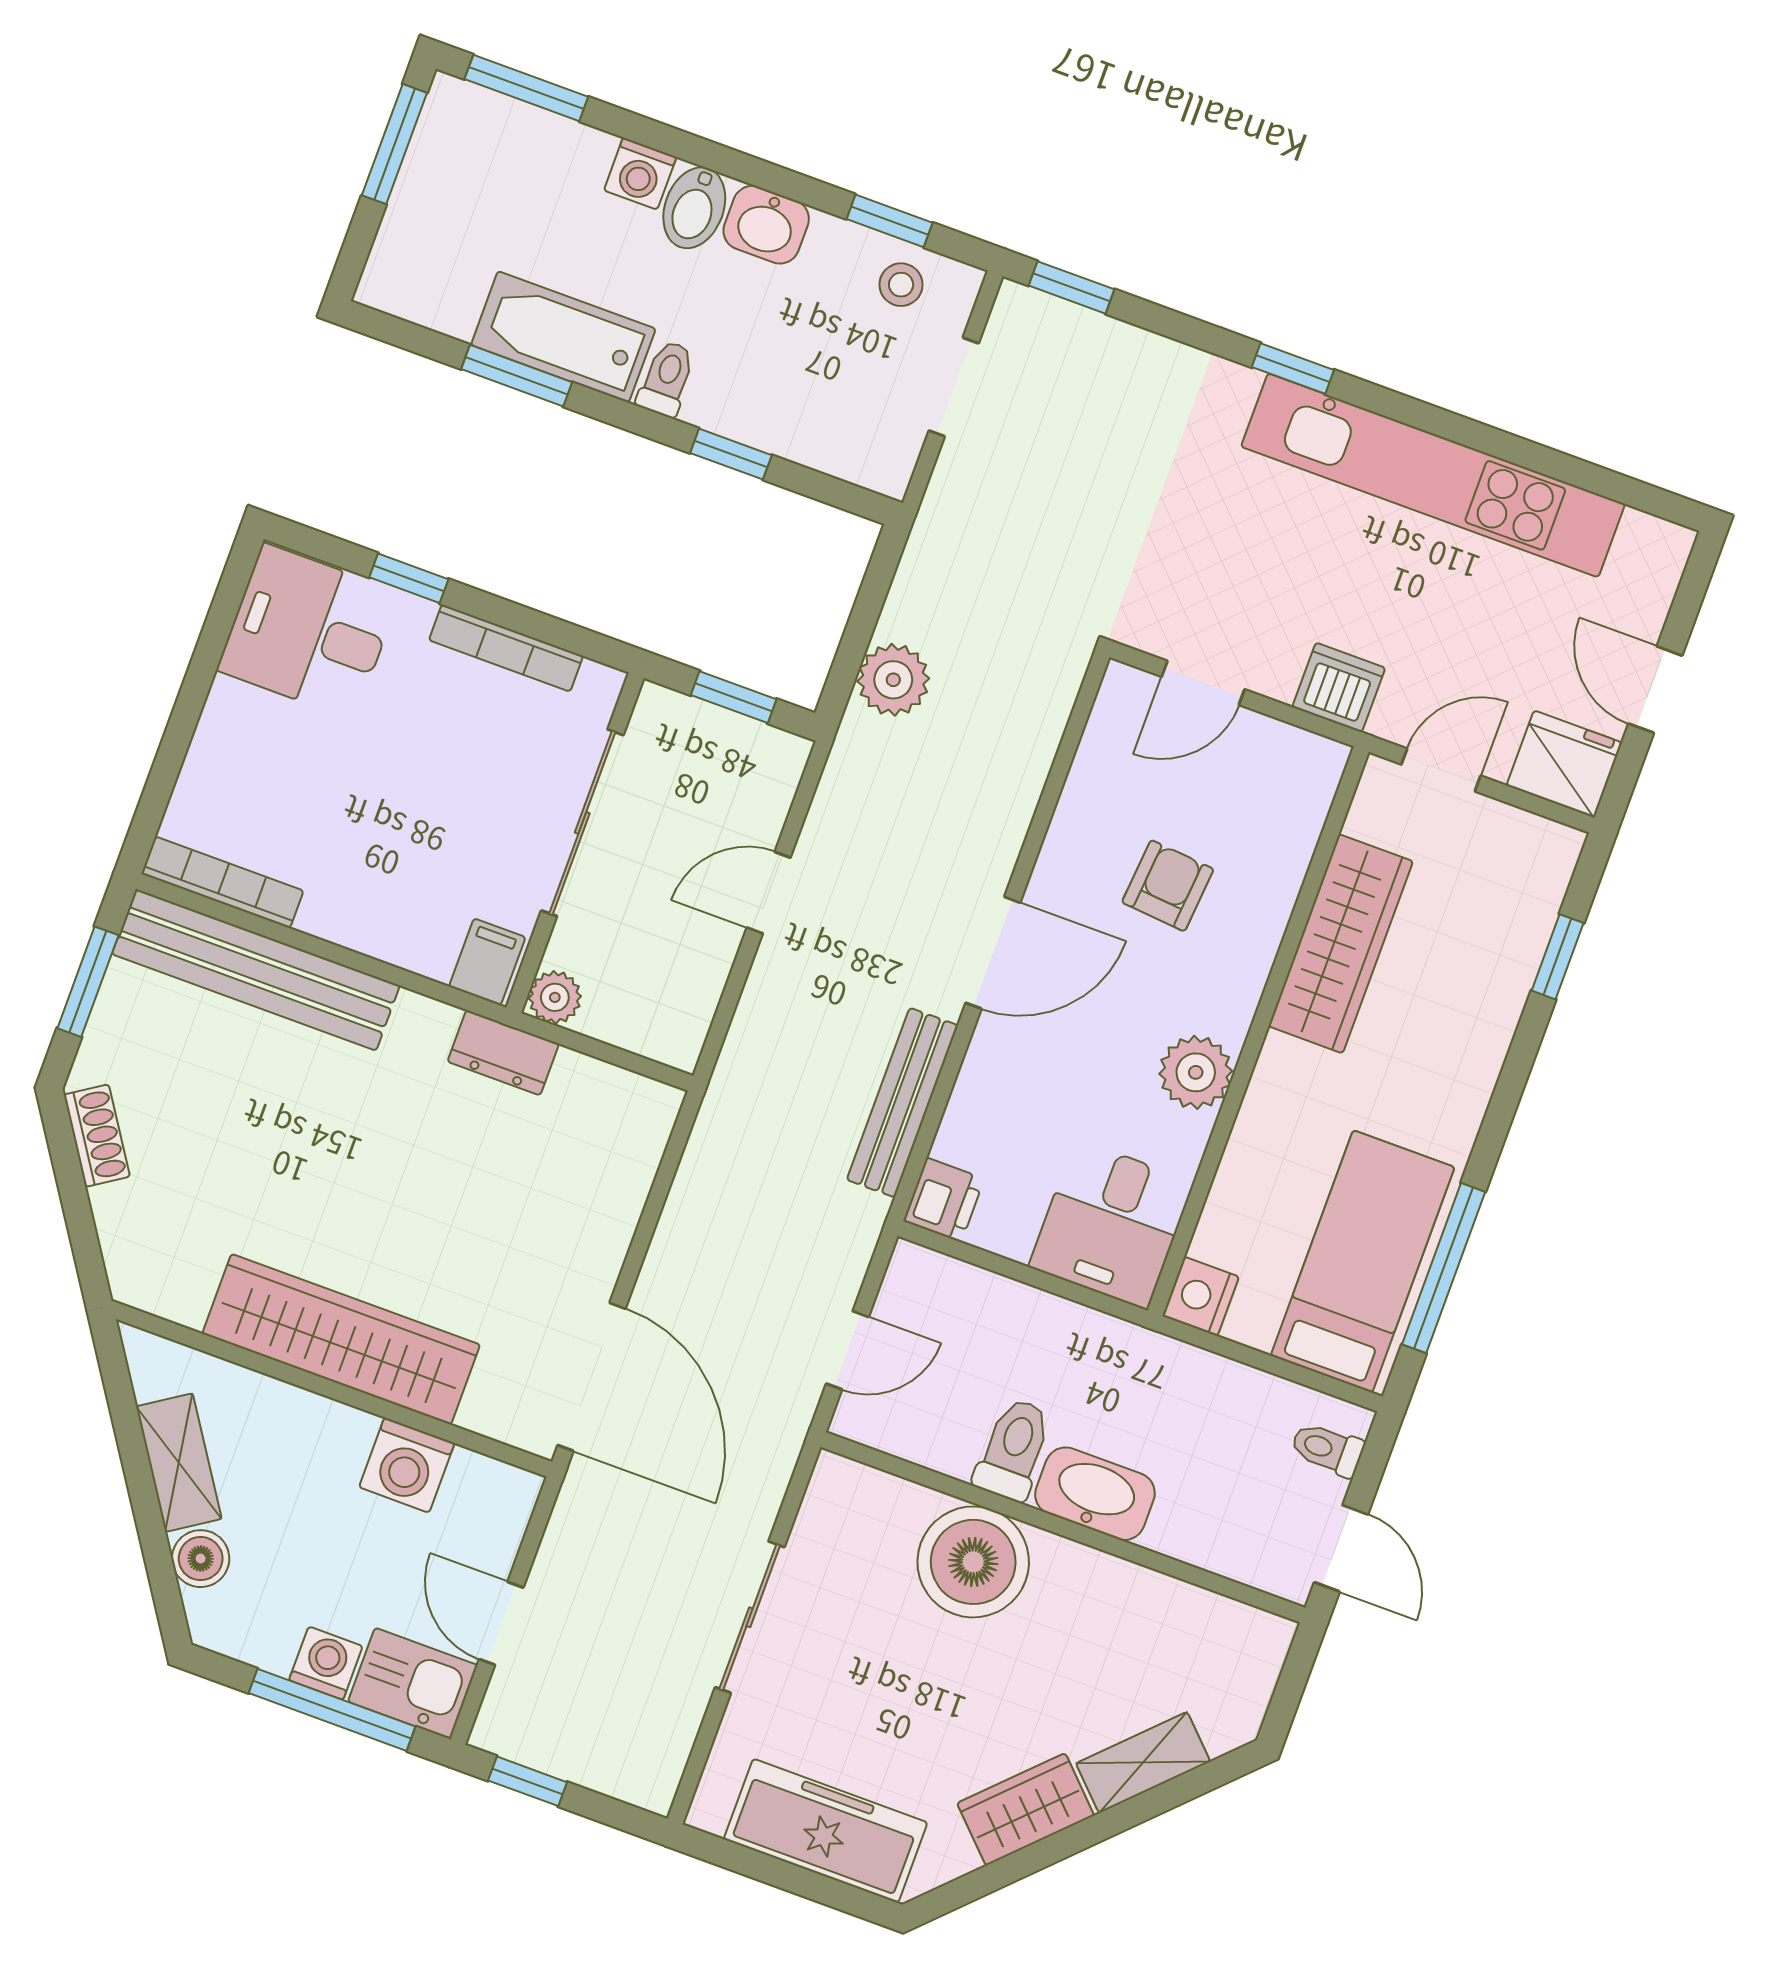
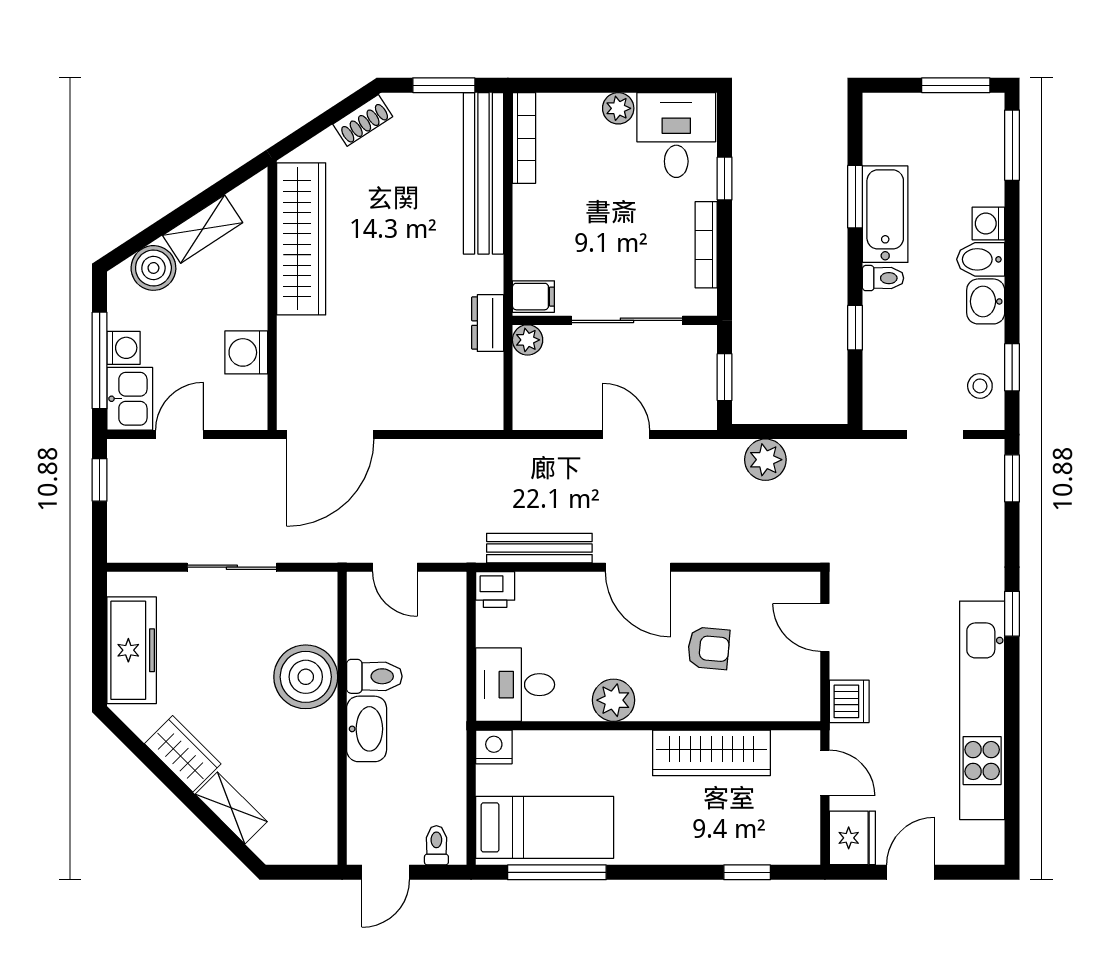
plant: (230, 710) -> (618, 108), added
wardrobe: (341, 1339) -> (301, 239), moved
boiler: (201, 1559) -> (153, 268), width x1.36, depth x1.36

